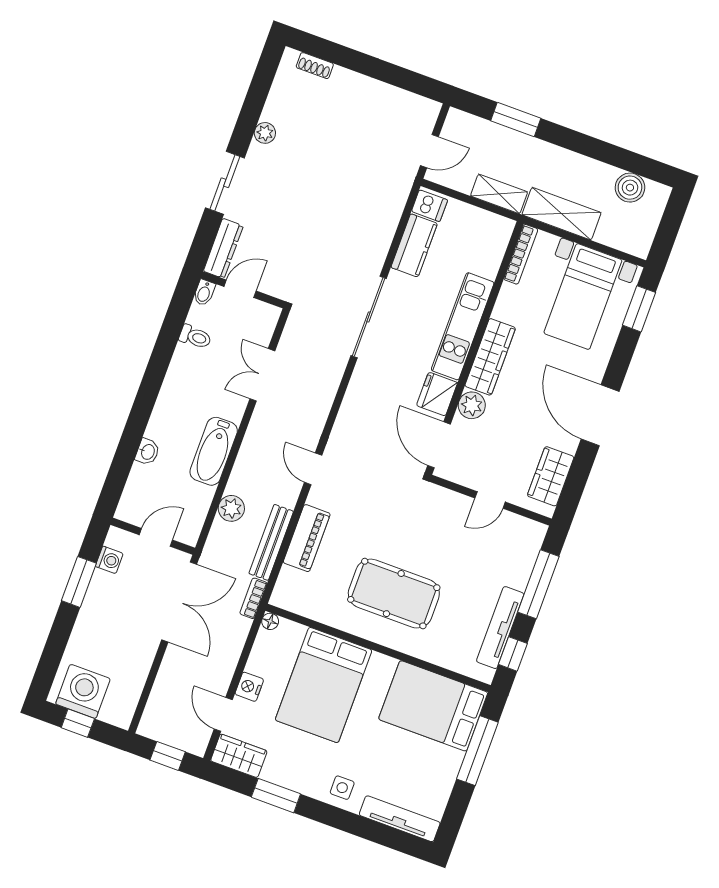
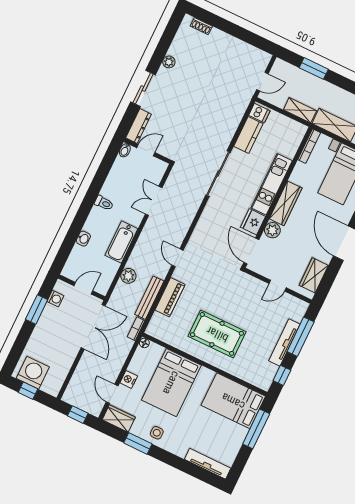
toilet: (195, 337) -> (104, 203), moved
tv unit: (500, 628) -> (284, 342), moved
side table: (342, 788) -> (157, 433), moved

